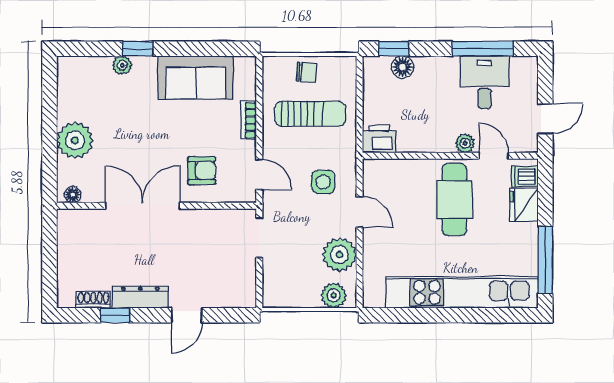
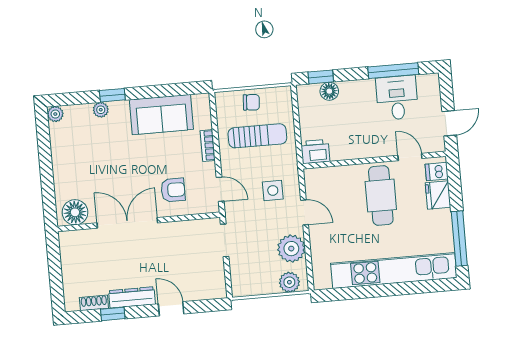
plant: (75, 140) -> (55, 114), moved, width x0.53, depth x0.53
plant: (465, 143) -> (386, 149), removed
floor lamp: (73, 195) -> (75, 212), width x1.89, depth x1.89
door: (187, 315) -> (171, 309), swing flipped

